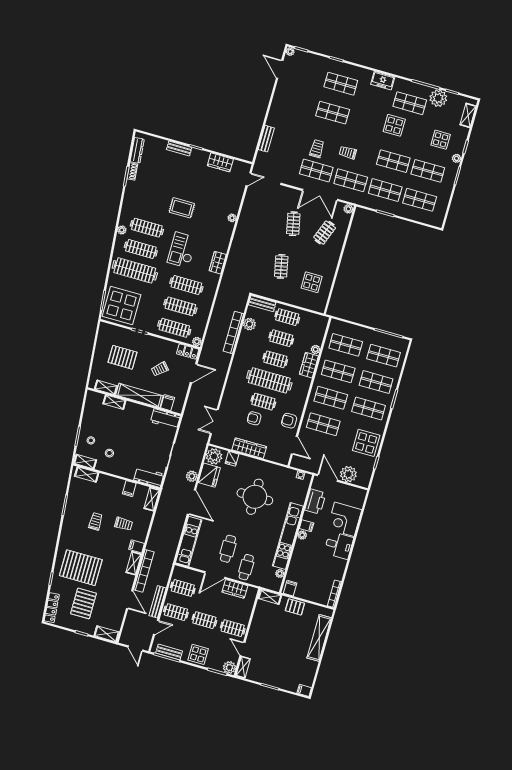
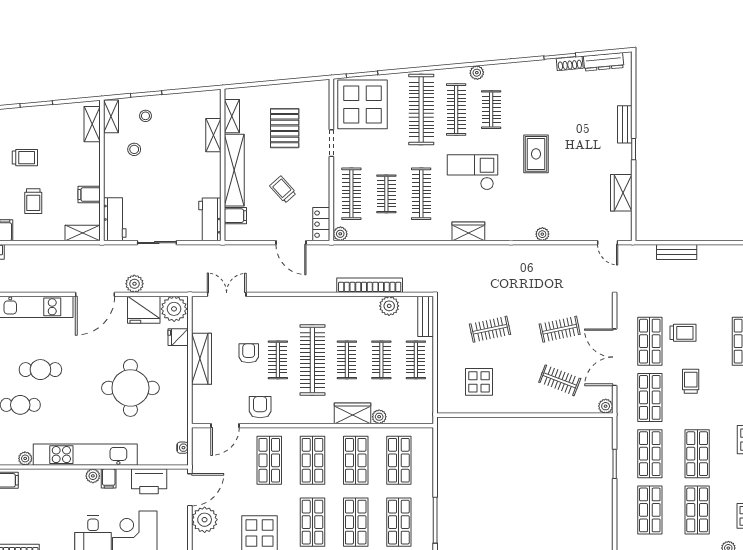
clothes rail: (147, 228) -> (491, 110), width x0.73
clothes rail: (180, 306) -> (386, 194), width x0.73

